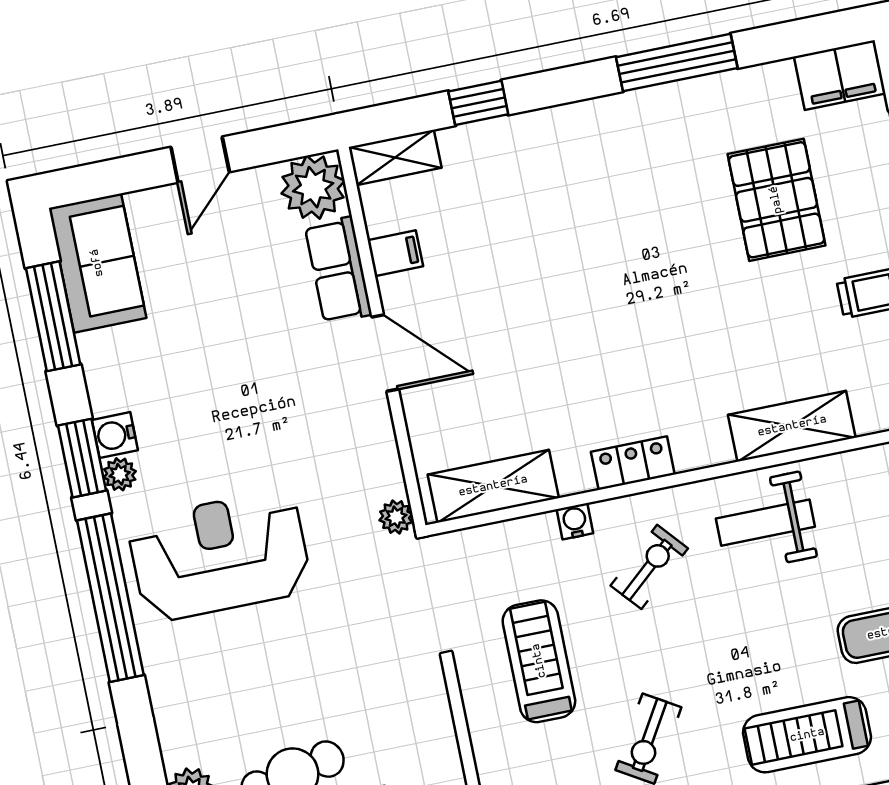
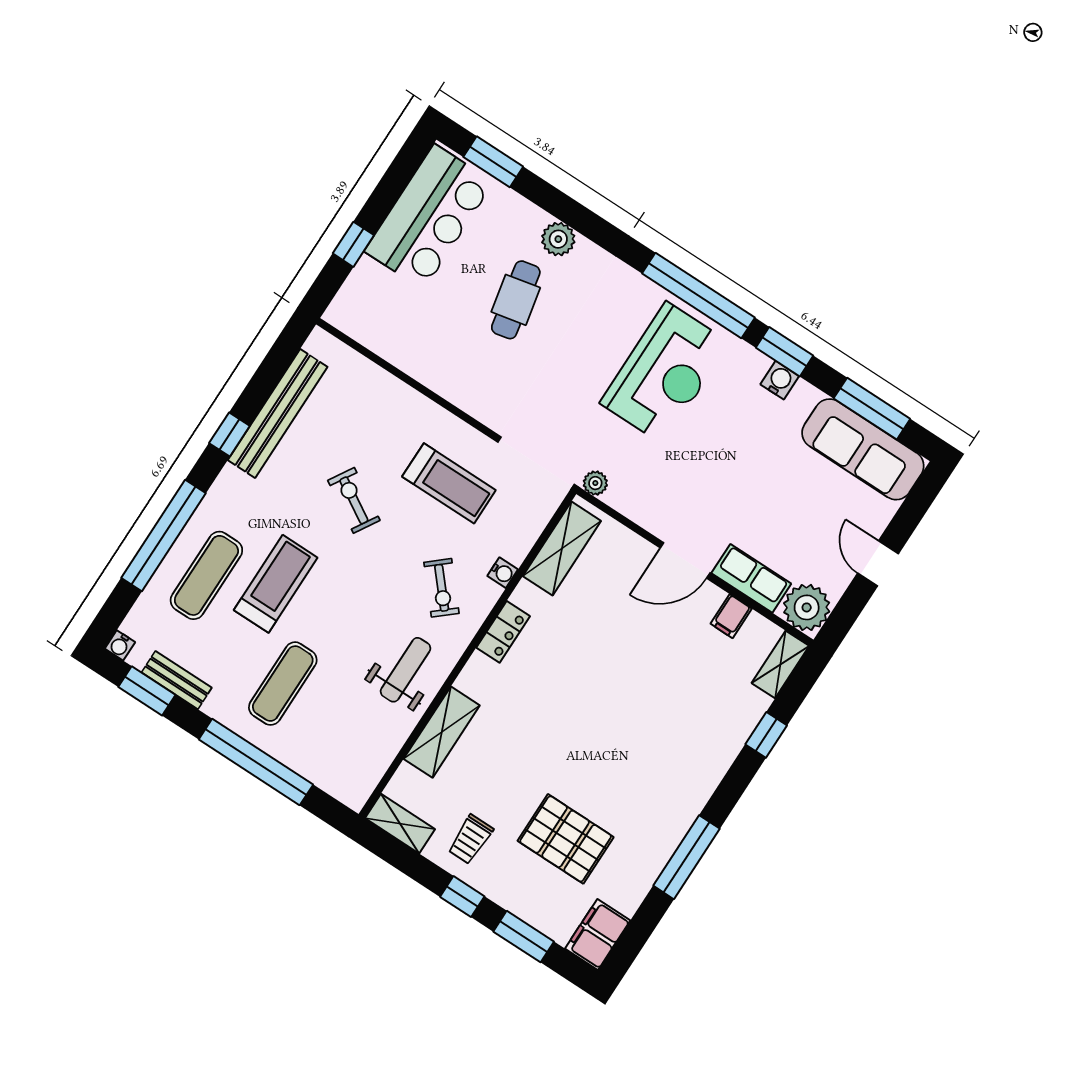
sofa: (97, 263) -> (863, 449), width x1.36
plant: (120, 474) -> (757, 363), removed

